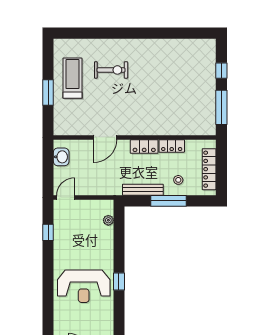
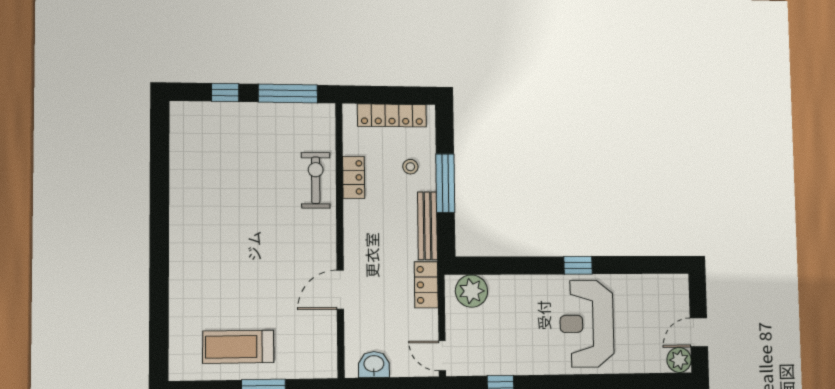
exercise bike: (111, 70) -> (316, 180), moved
door: (105, 137) -> (340, 290), swing flipped
locker: (144, 146) -> (426, 285), moved, turned 180
plant: (108, 220) -> (471, 291), width x1.87, depth x1.87
reception desk: (84, 286) -> (587, 324), turned 180

